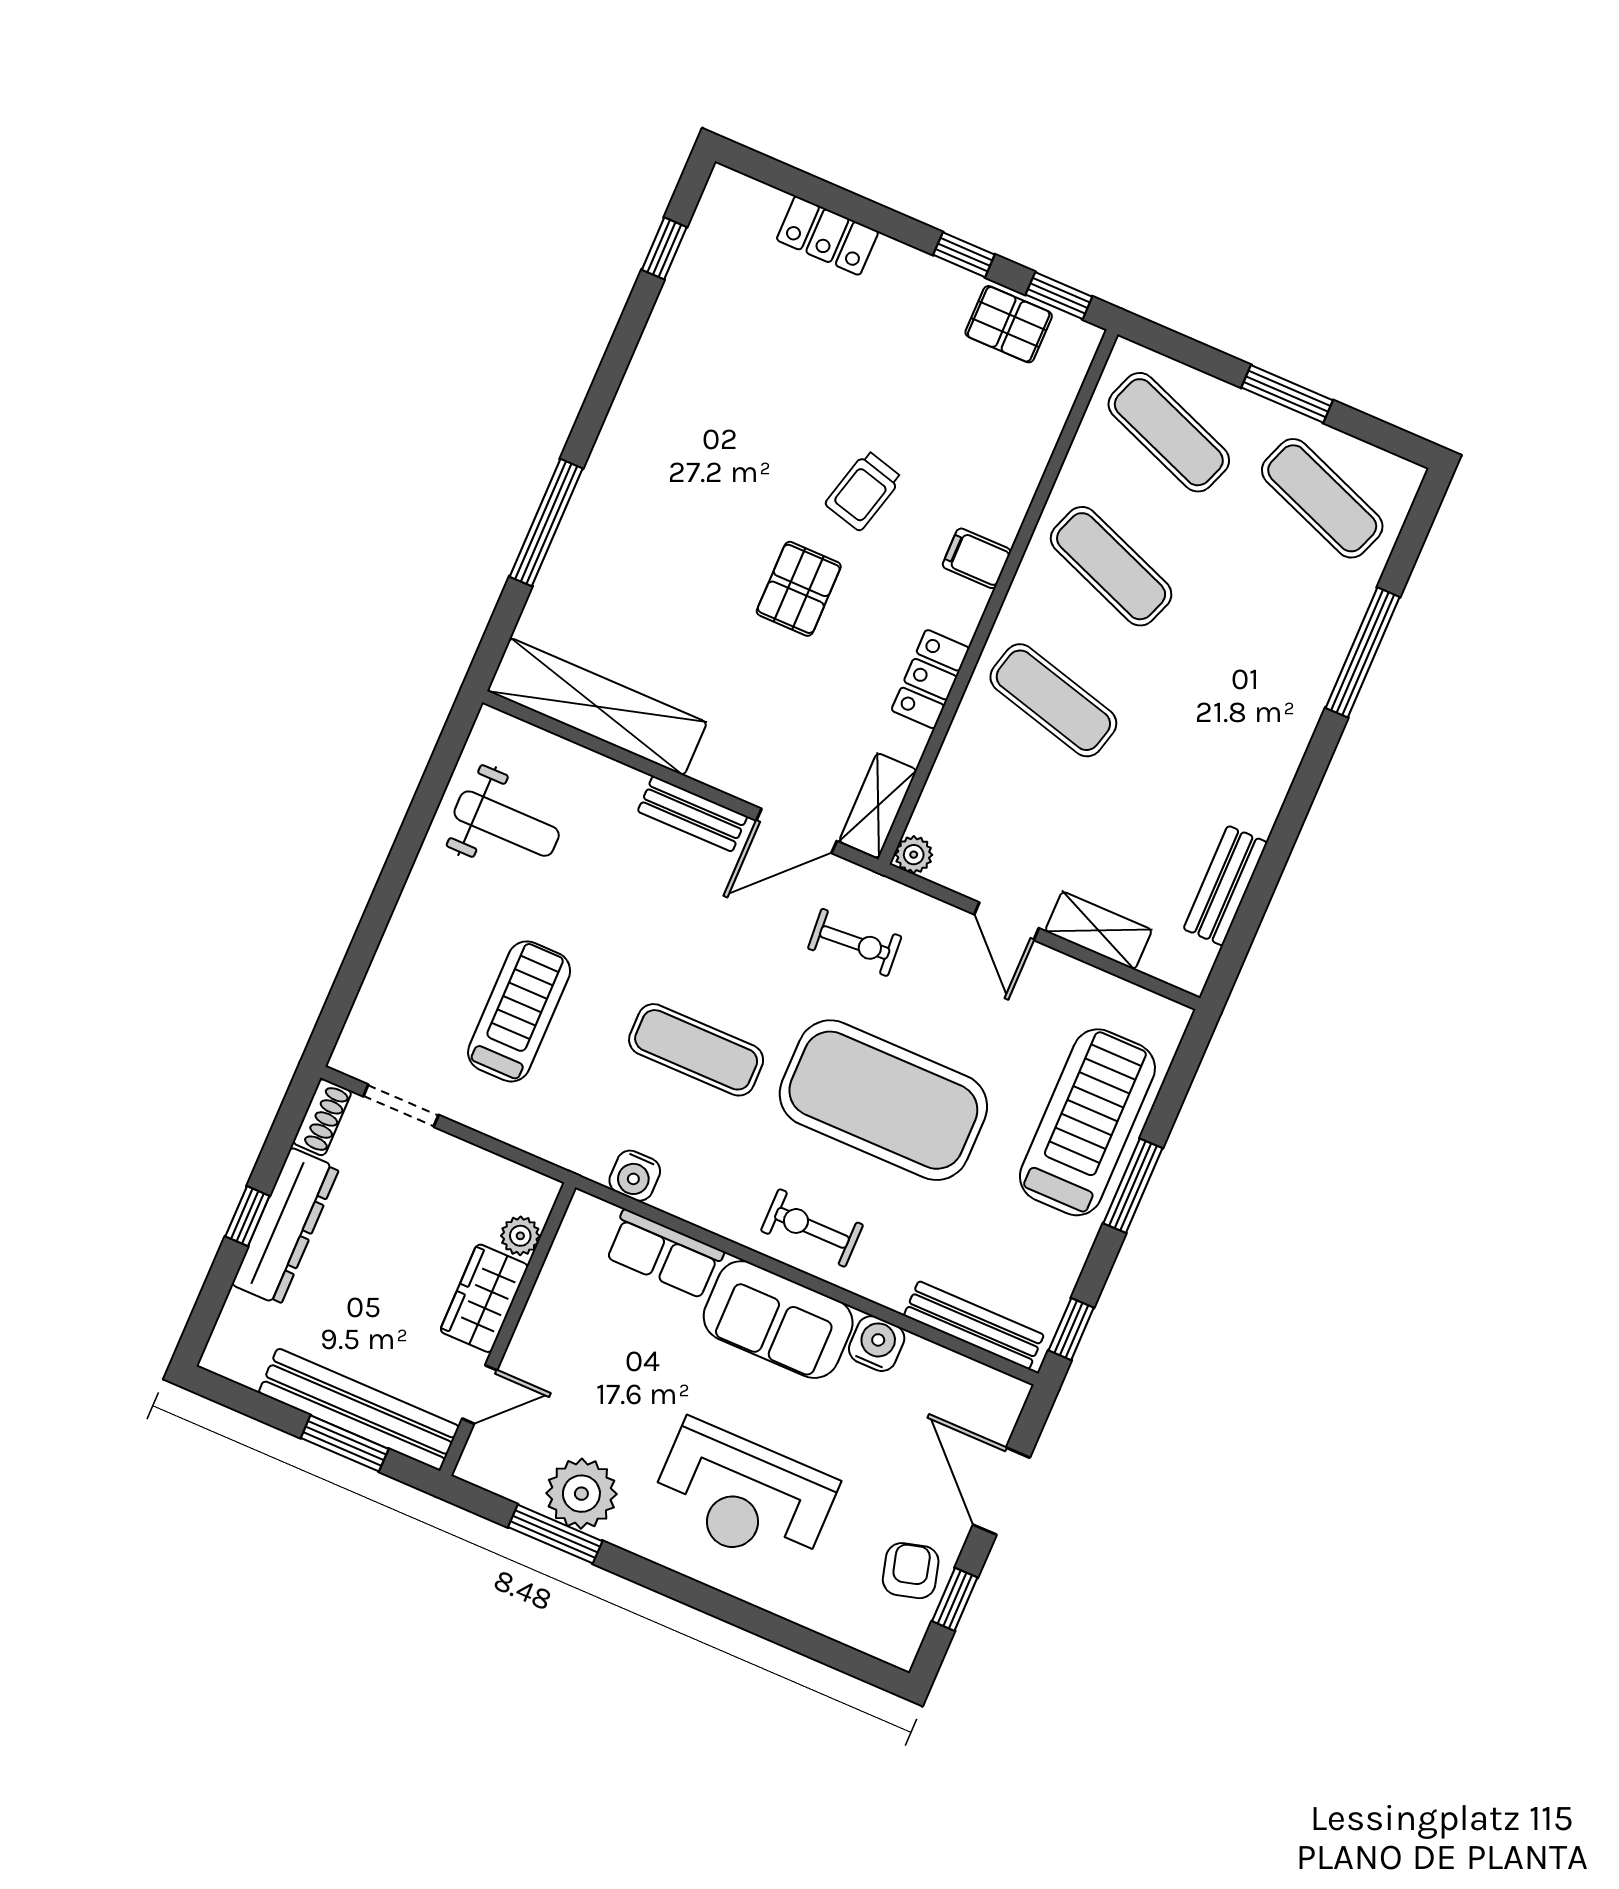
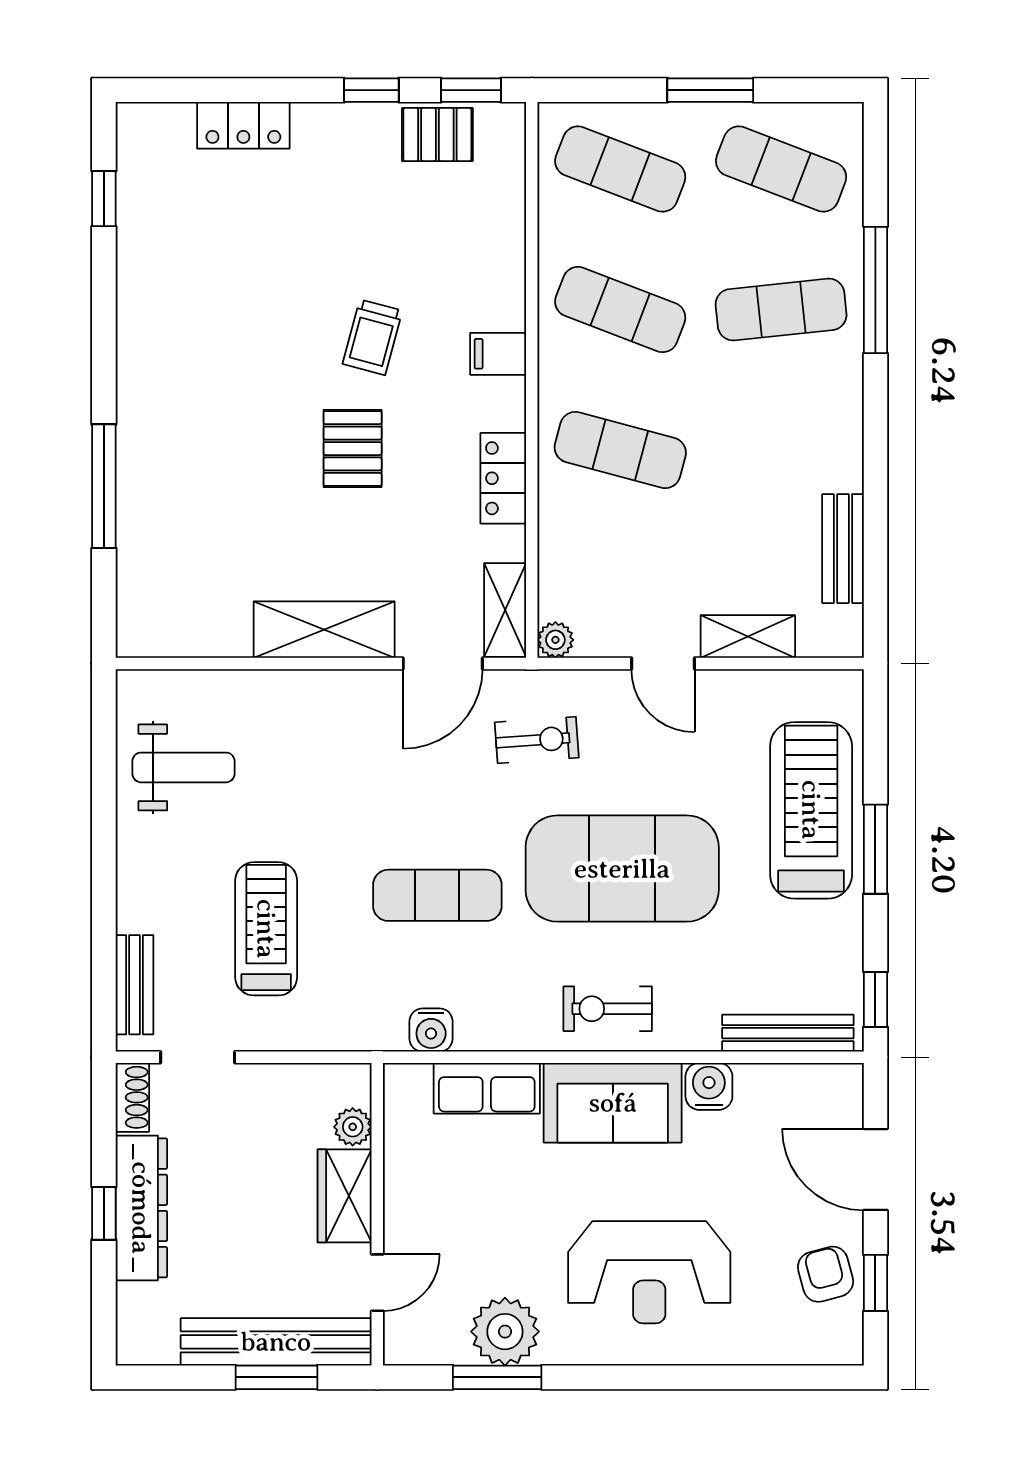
exercise mat: (1264, 632) -> (781, 310), added
shelving: (597, 707) -> (324, 630), moved, width x0.68
bench: (693, 814) -> (135, 985), moved, turned 90

